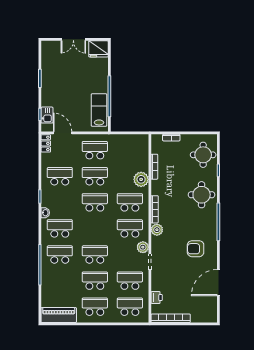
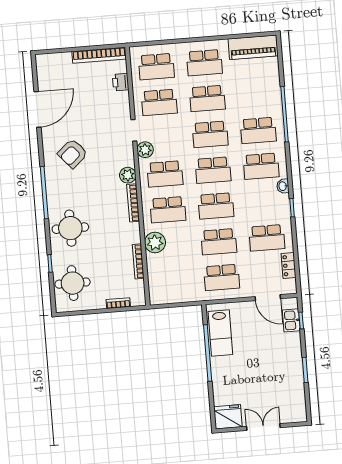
locker: (46, 143) -> (289, 265), moved
school desk: (95, 228) -> (213, 170), added
armchair: (196, 249) -> (73, 153), turned 139

